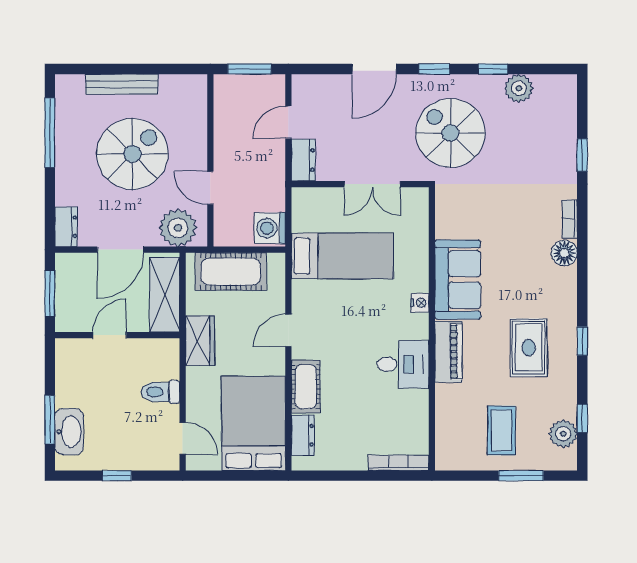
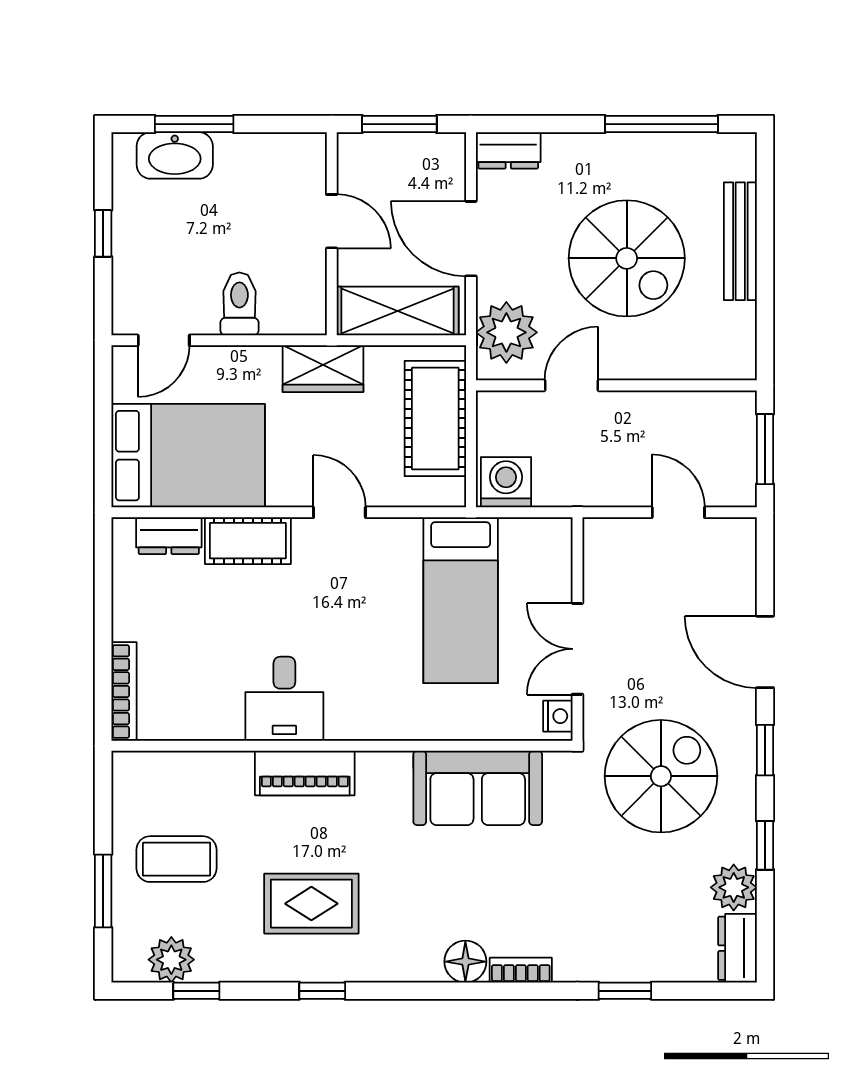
dresser: (303, 160) -> (738, 948), moved, turned 90
sofa: (458, 280) -> (478, 788), moved
nightstand: (420, 303) -> (558, 716), moved, turned -90

